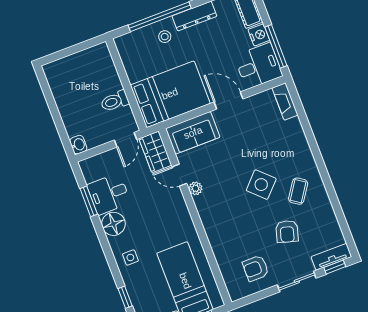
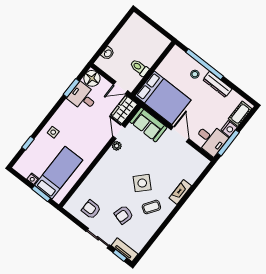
fireplace: (285, 102) -> (180, 192), moved
washbasin: (78, 145) -> (108, 53), moved
floor lamp: (113, 224) -> (92, 78), moved

